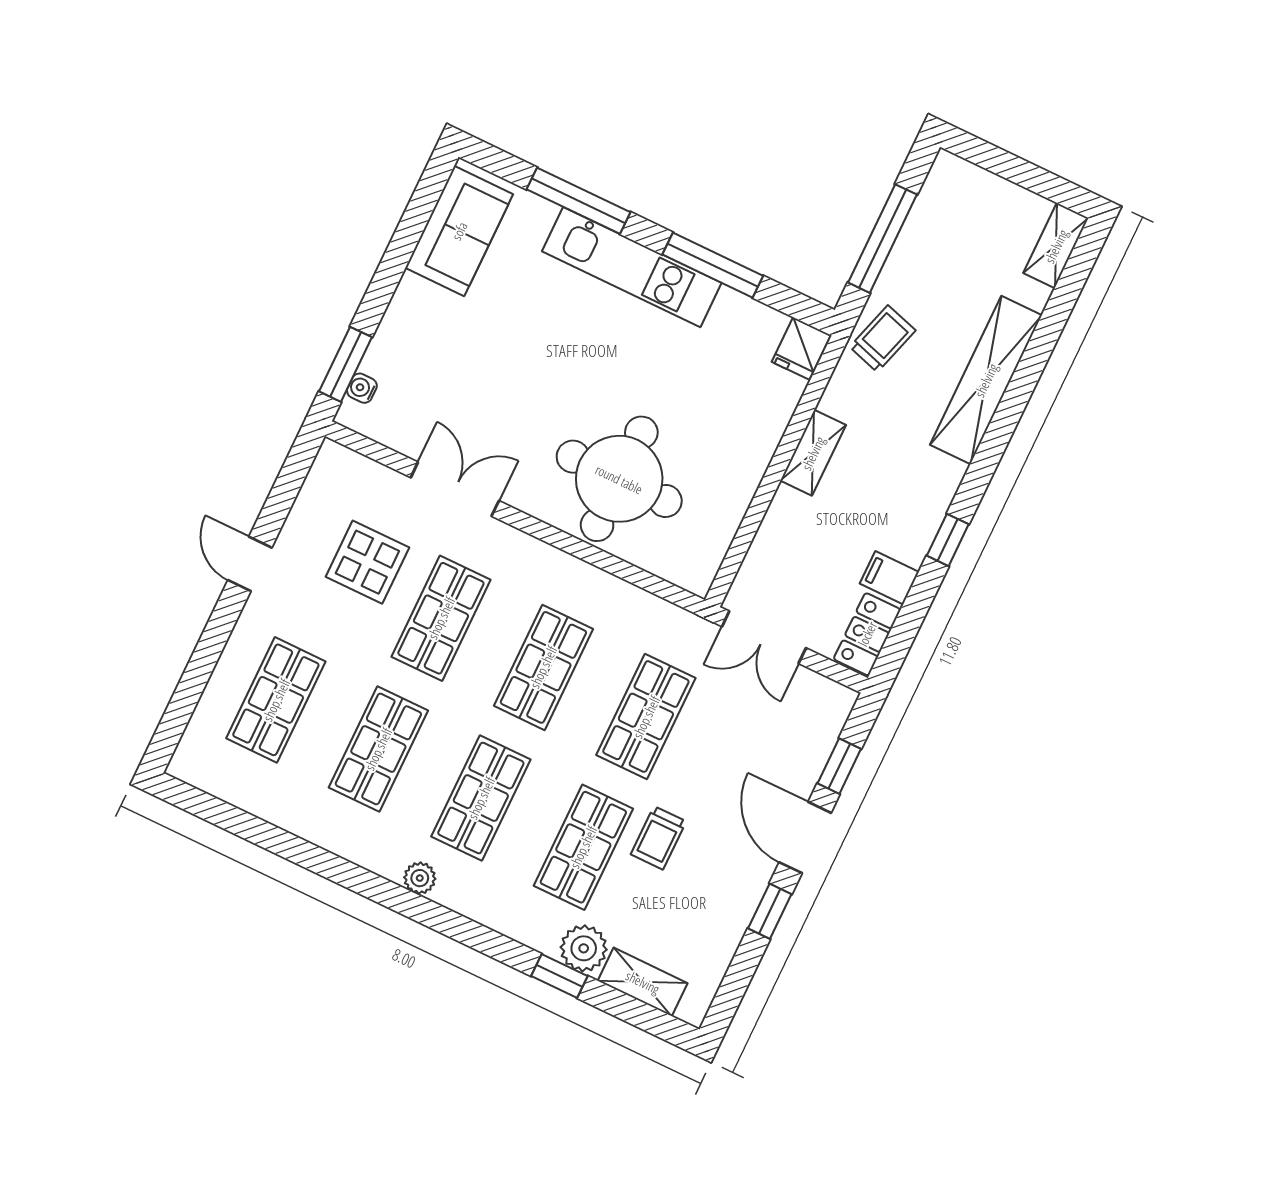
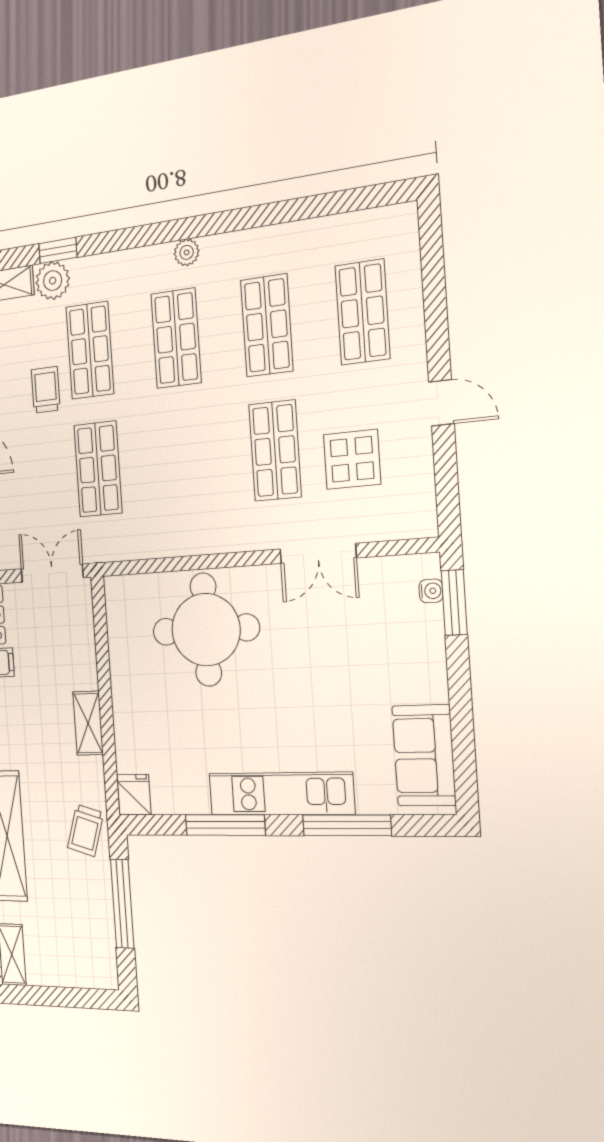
shop shelf: (543, 667) -> (184, 460), removed

